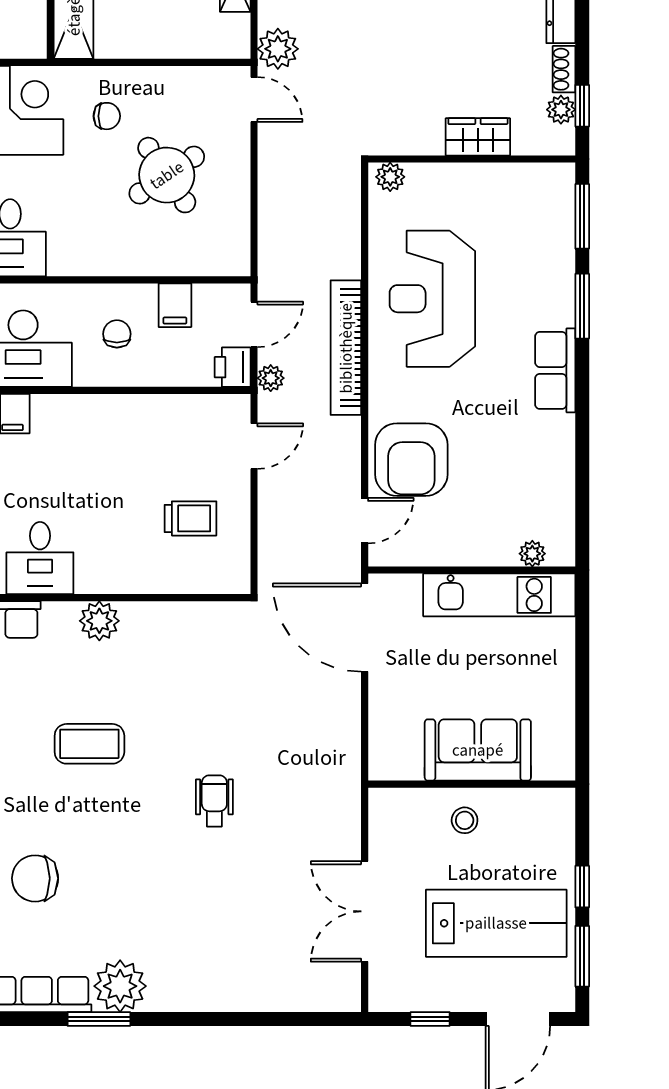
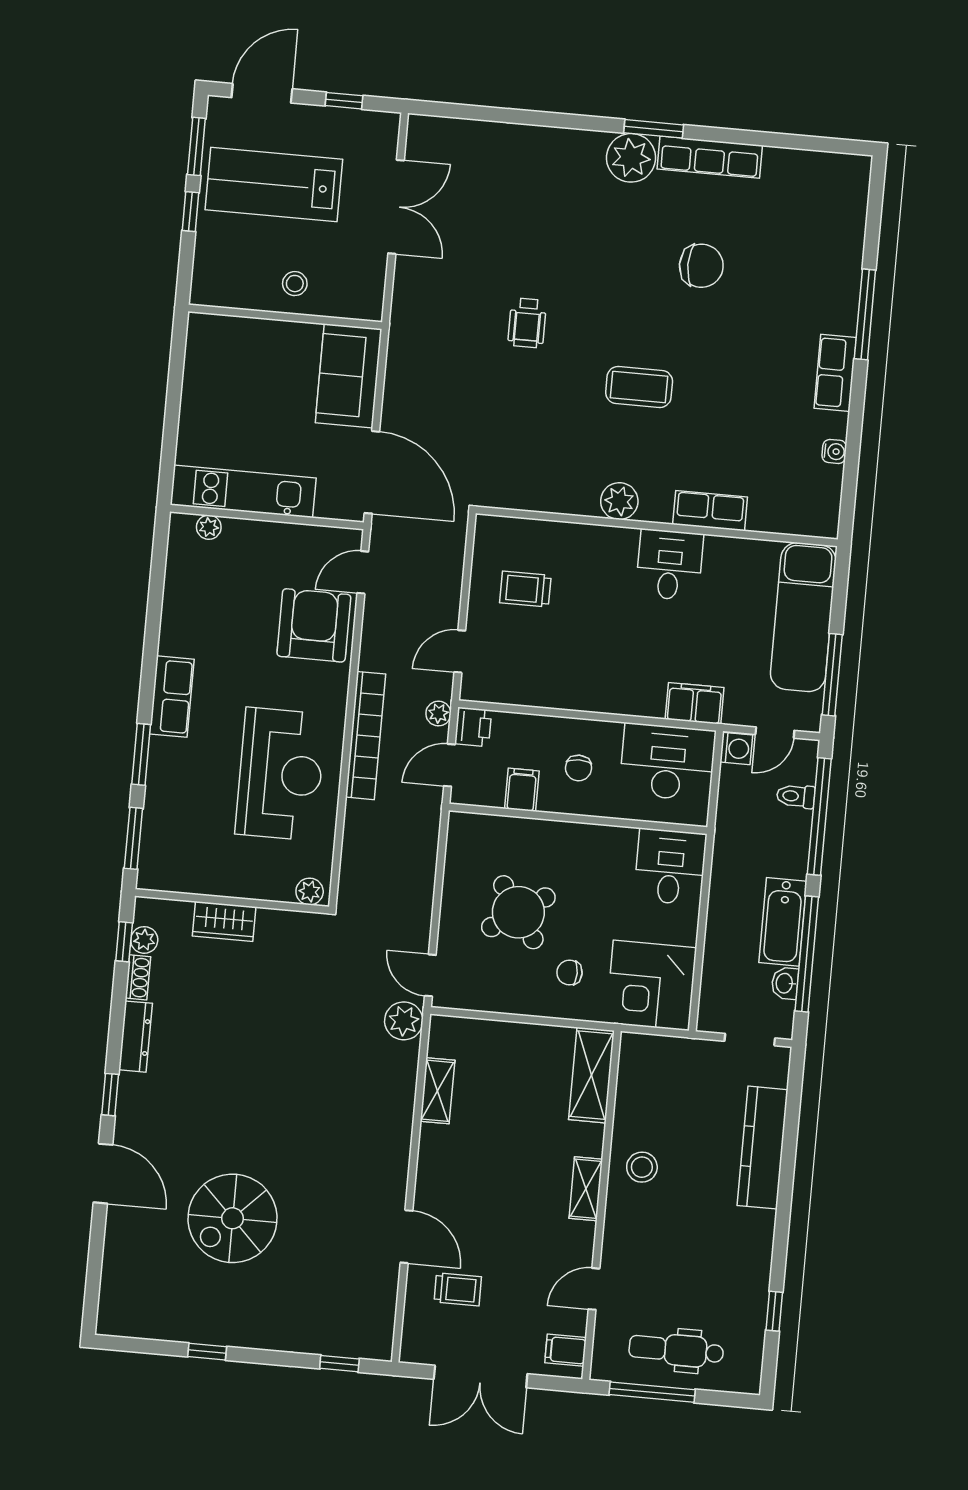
sofa: (478, 750) -> (348, 376), moved, turned 90

